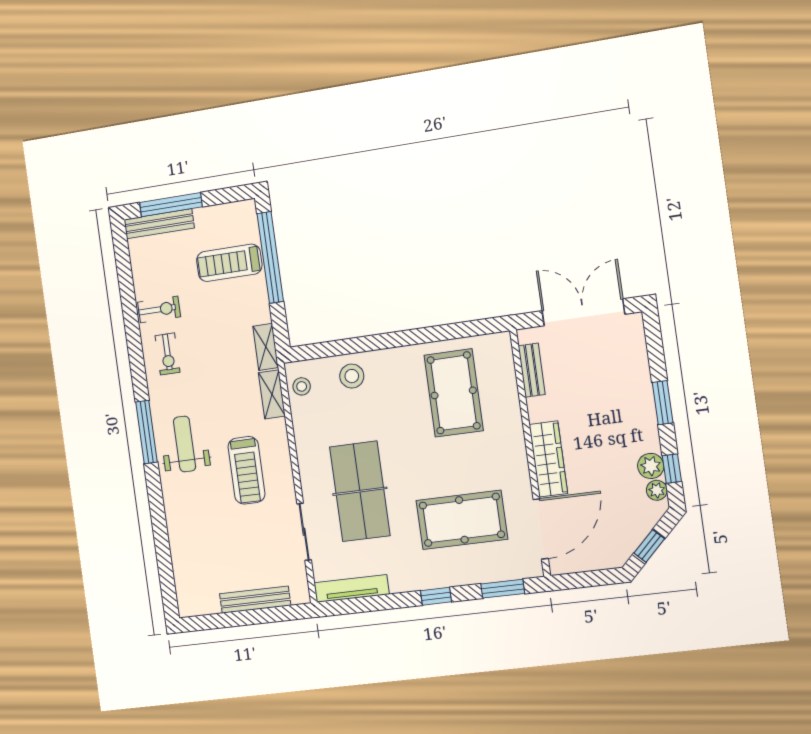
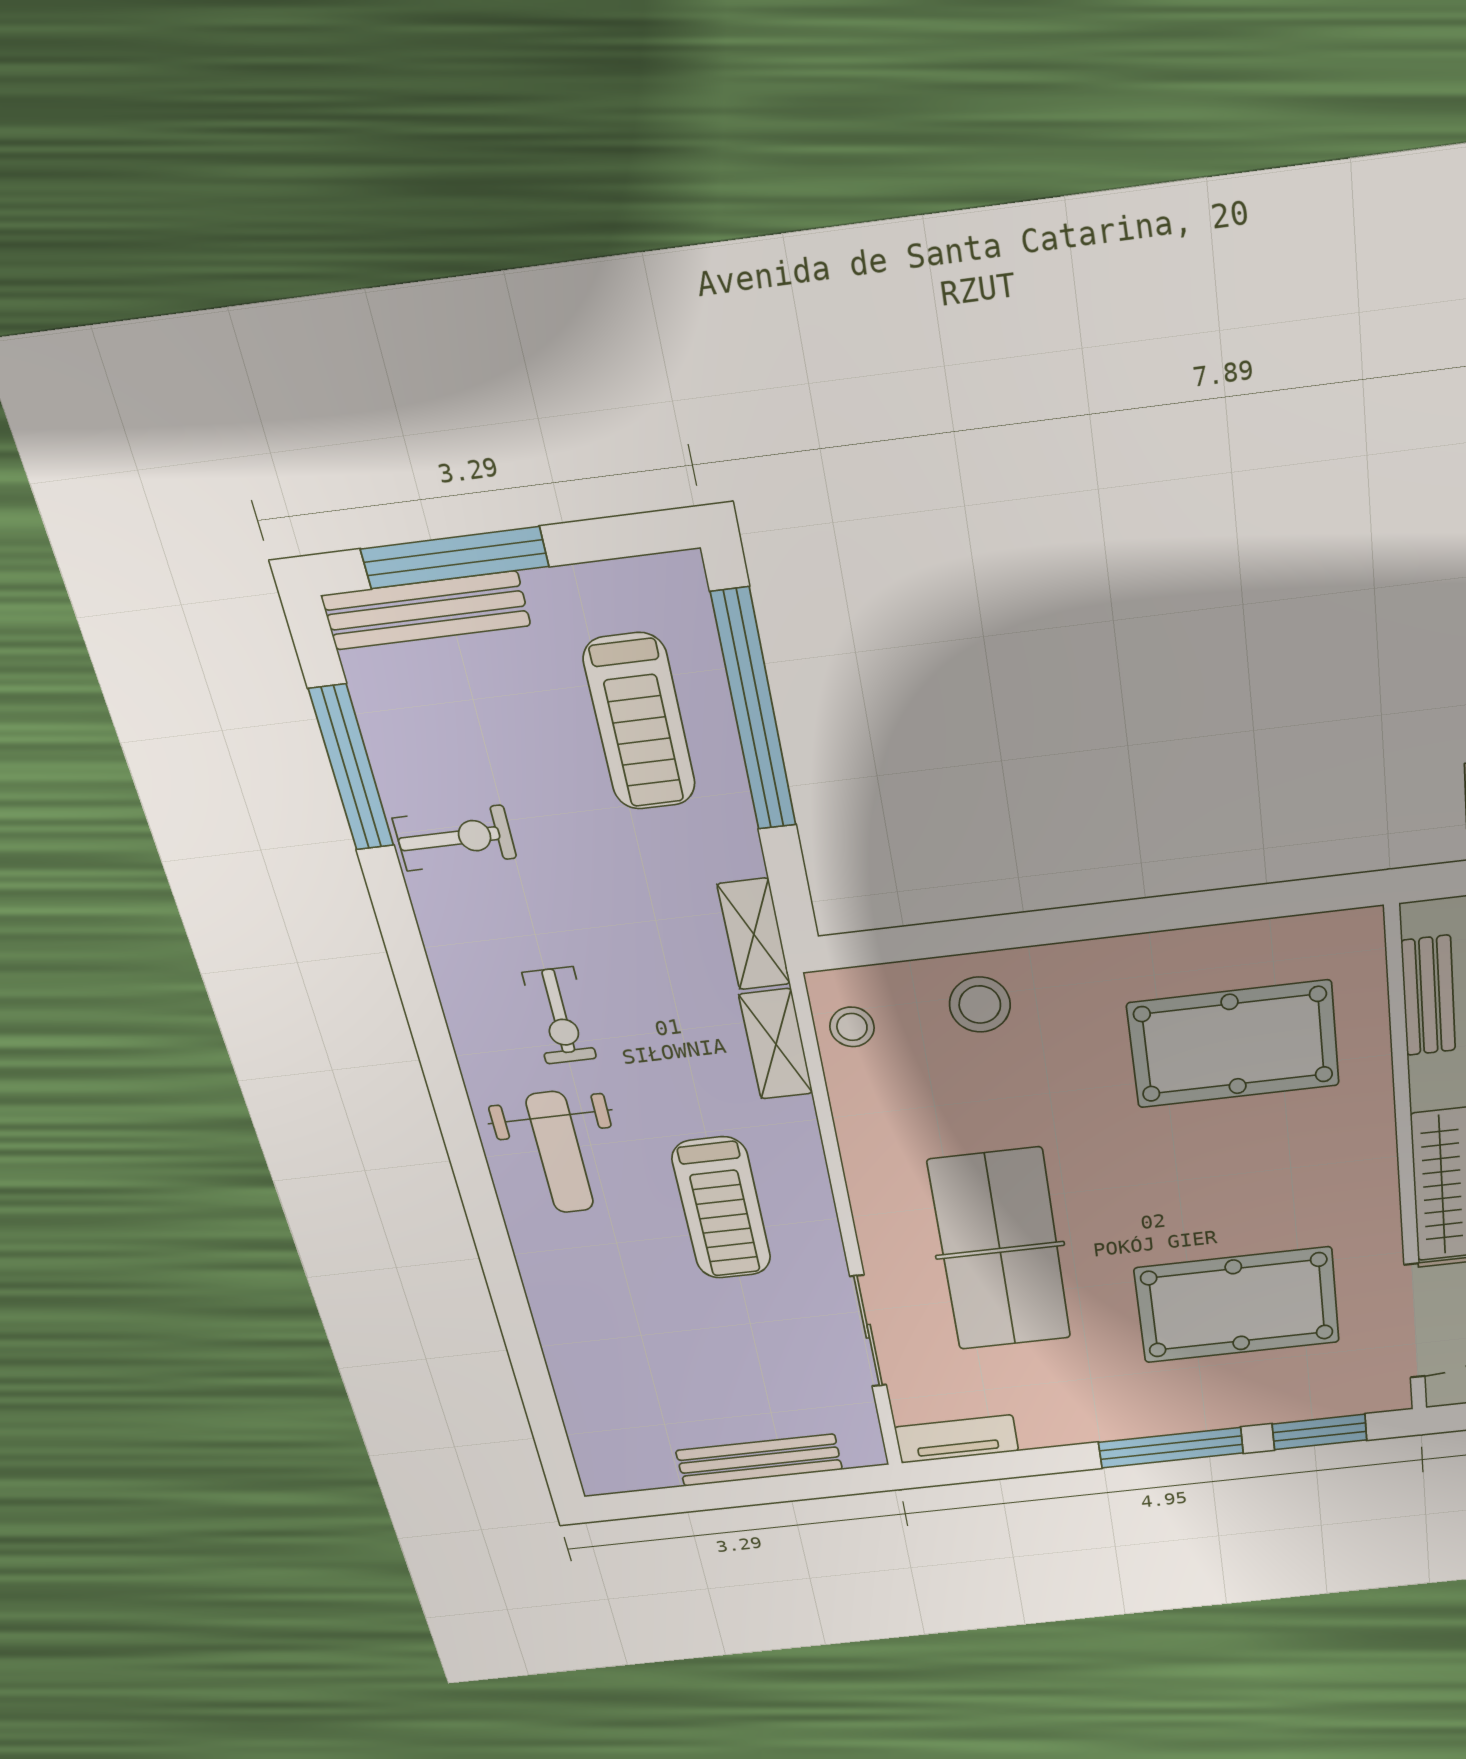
treadmill: (229, 263) -> (640, 722), turned -90
exercise bike: (168, 354) -> (560, 1016), moved
pool table: (454, 393) -> (1234, 1044), turned 90
window: (147, 432) -> (351, 768), moved
weight bench: (185, 444) -> (560, 1153), turned 180
tv unit: (351, 588) -> (957, 1439), width x0.71
window: (436, 596) -> (1171, 1448), width x2.17

